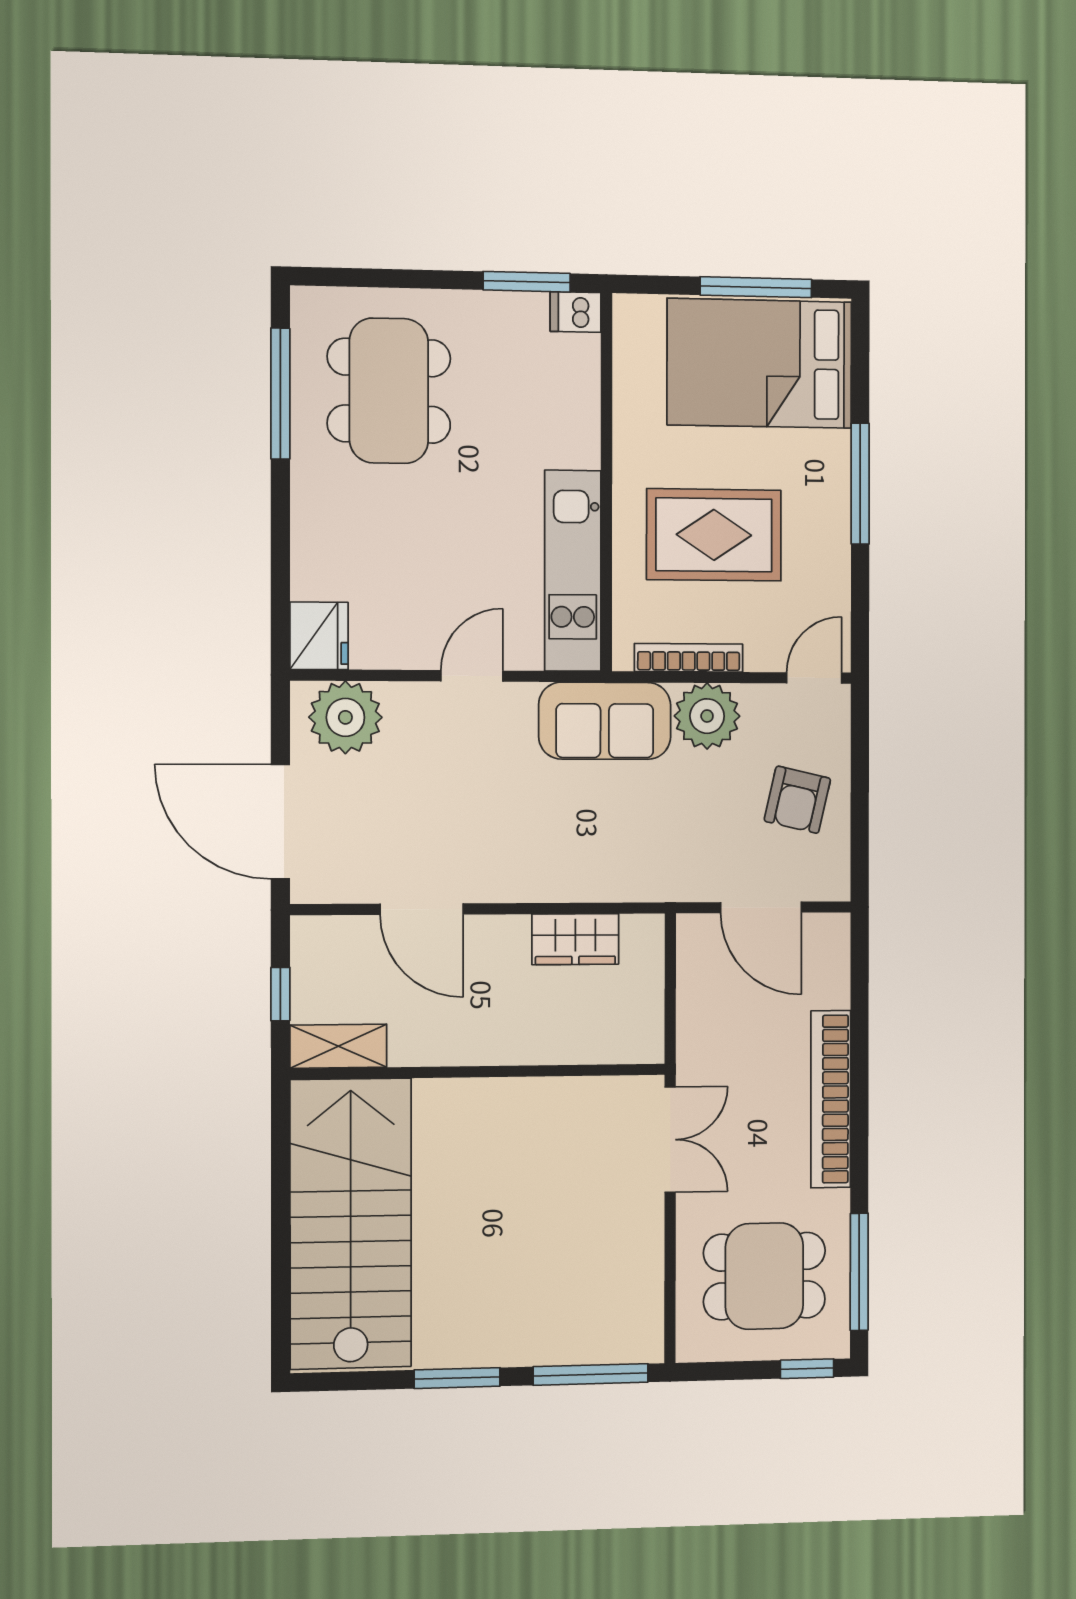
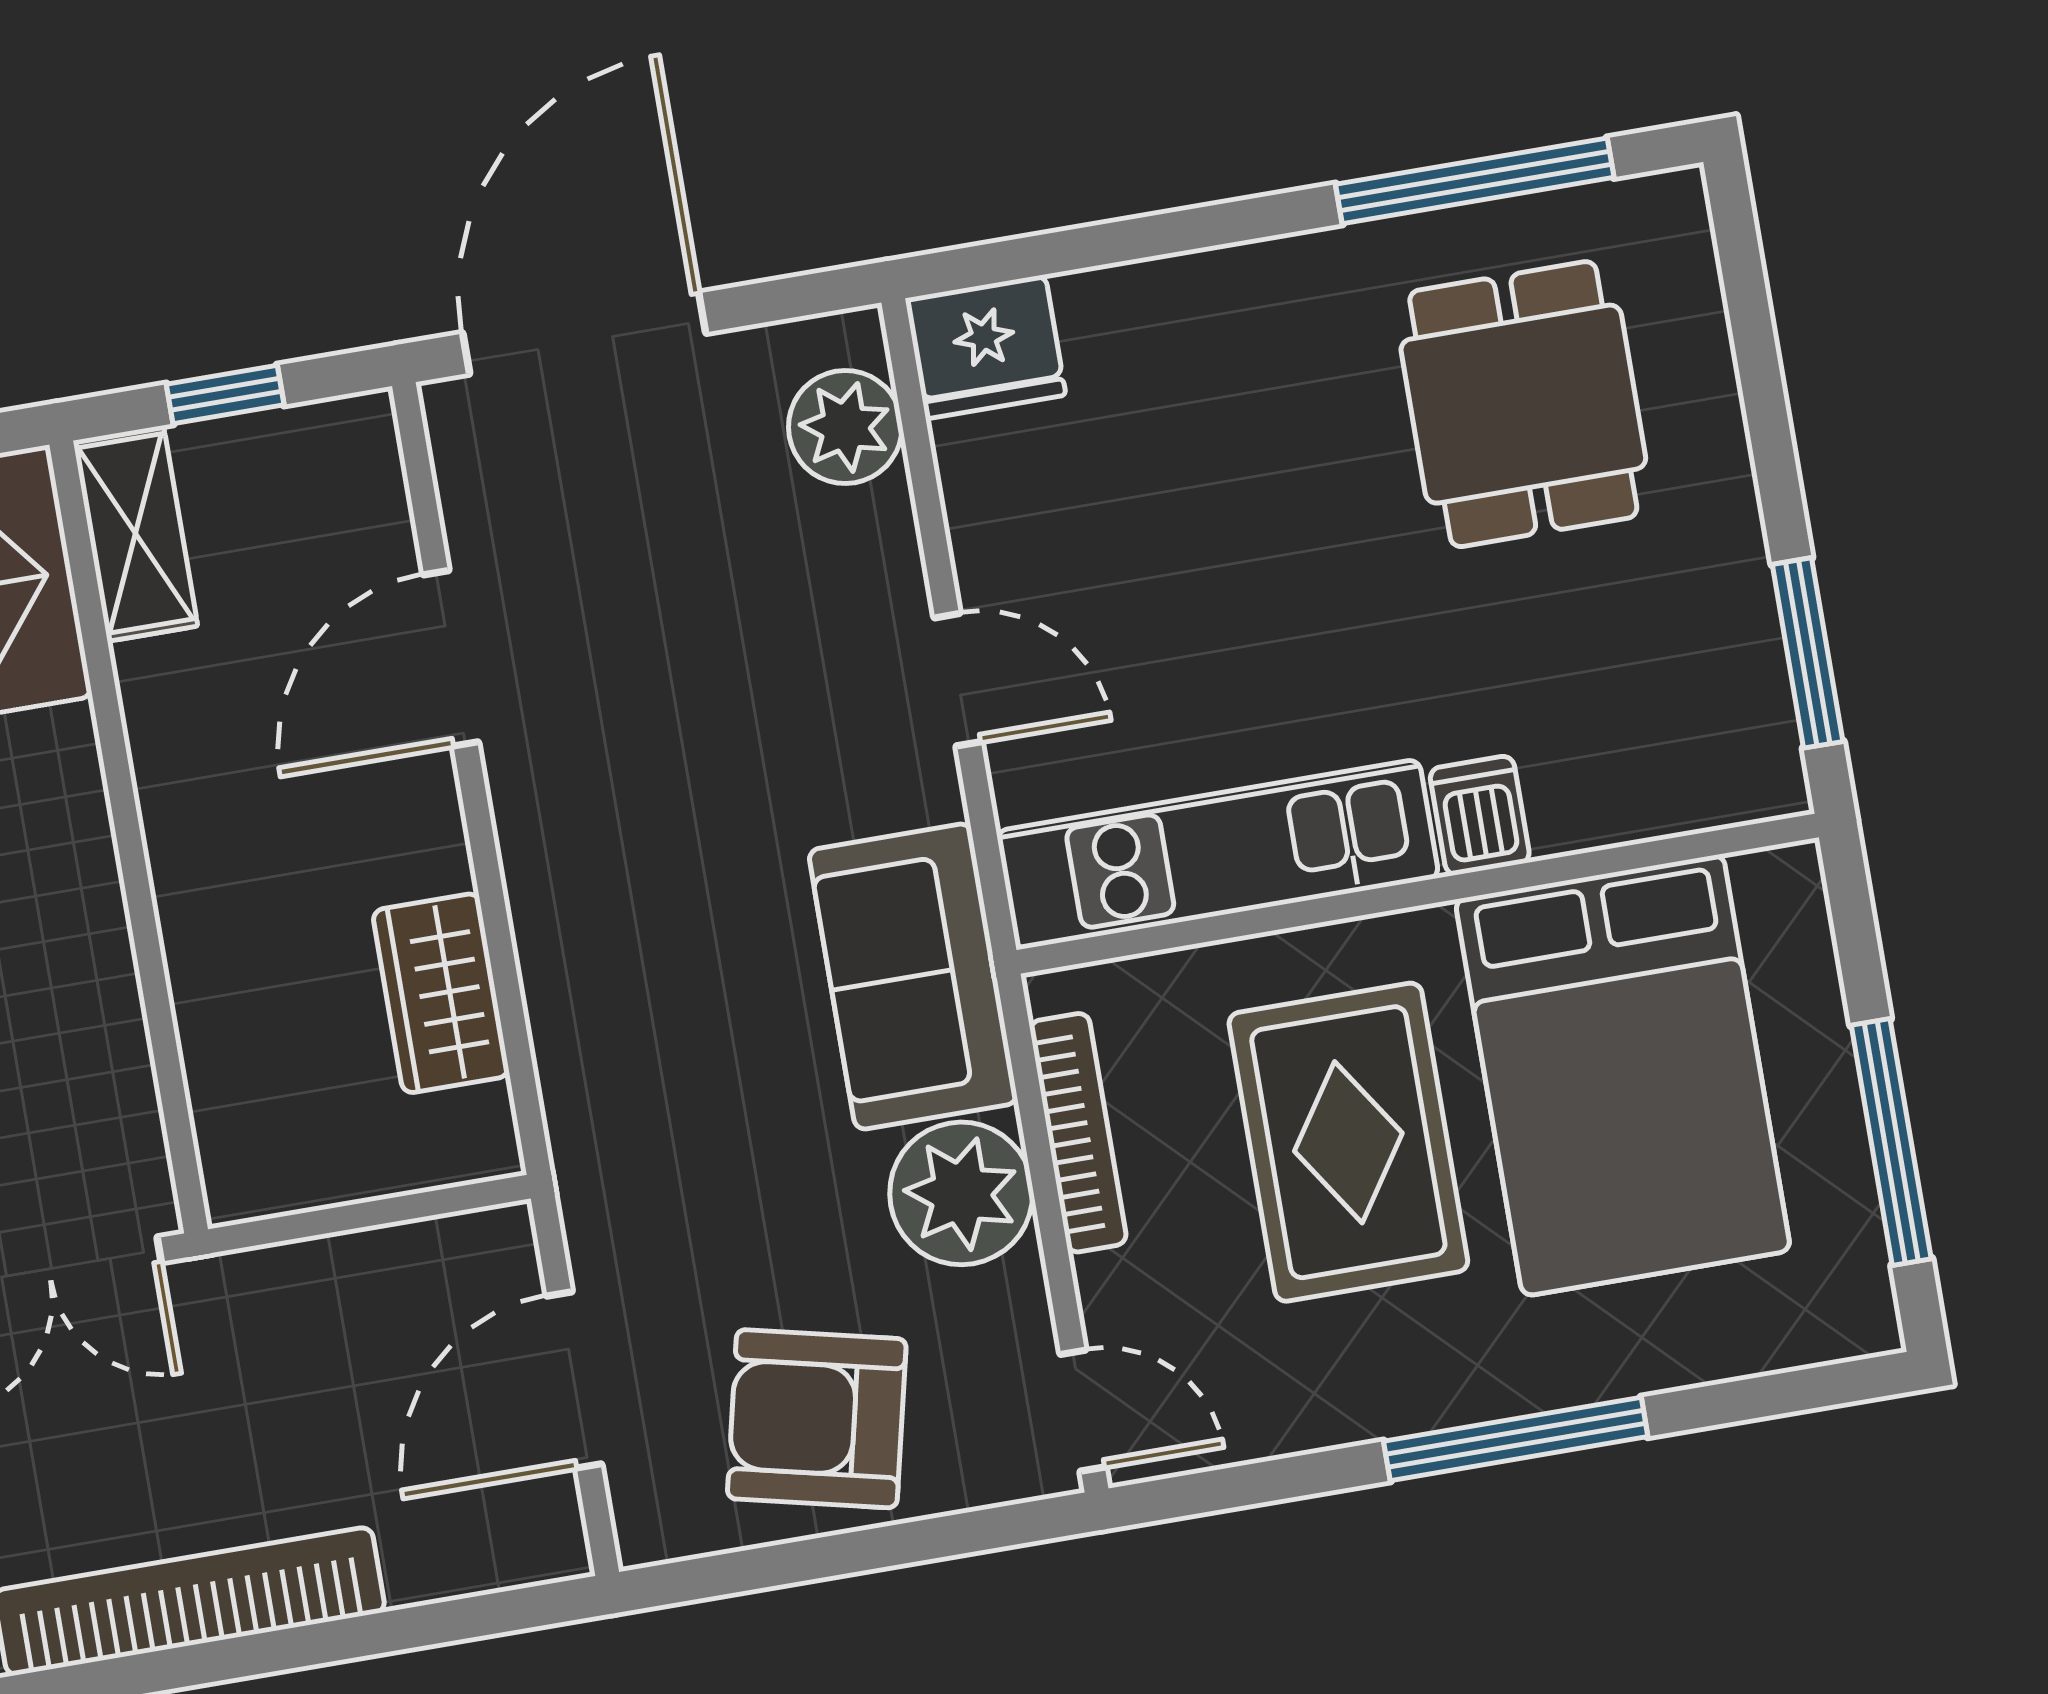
dishwasher: (576, 312) -> (1480, 815), moved
bed: (760, 363) -> (1623, 1075), moved, turned 180
dining table: (389, 391) -> (1523, 404), width x0.73
plant: (345, 717) -> (845, 427), width x0.73, depth x0.73
armchair: (797, 800) -> (817, 1419), width x1.38, depth x1.38

